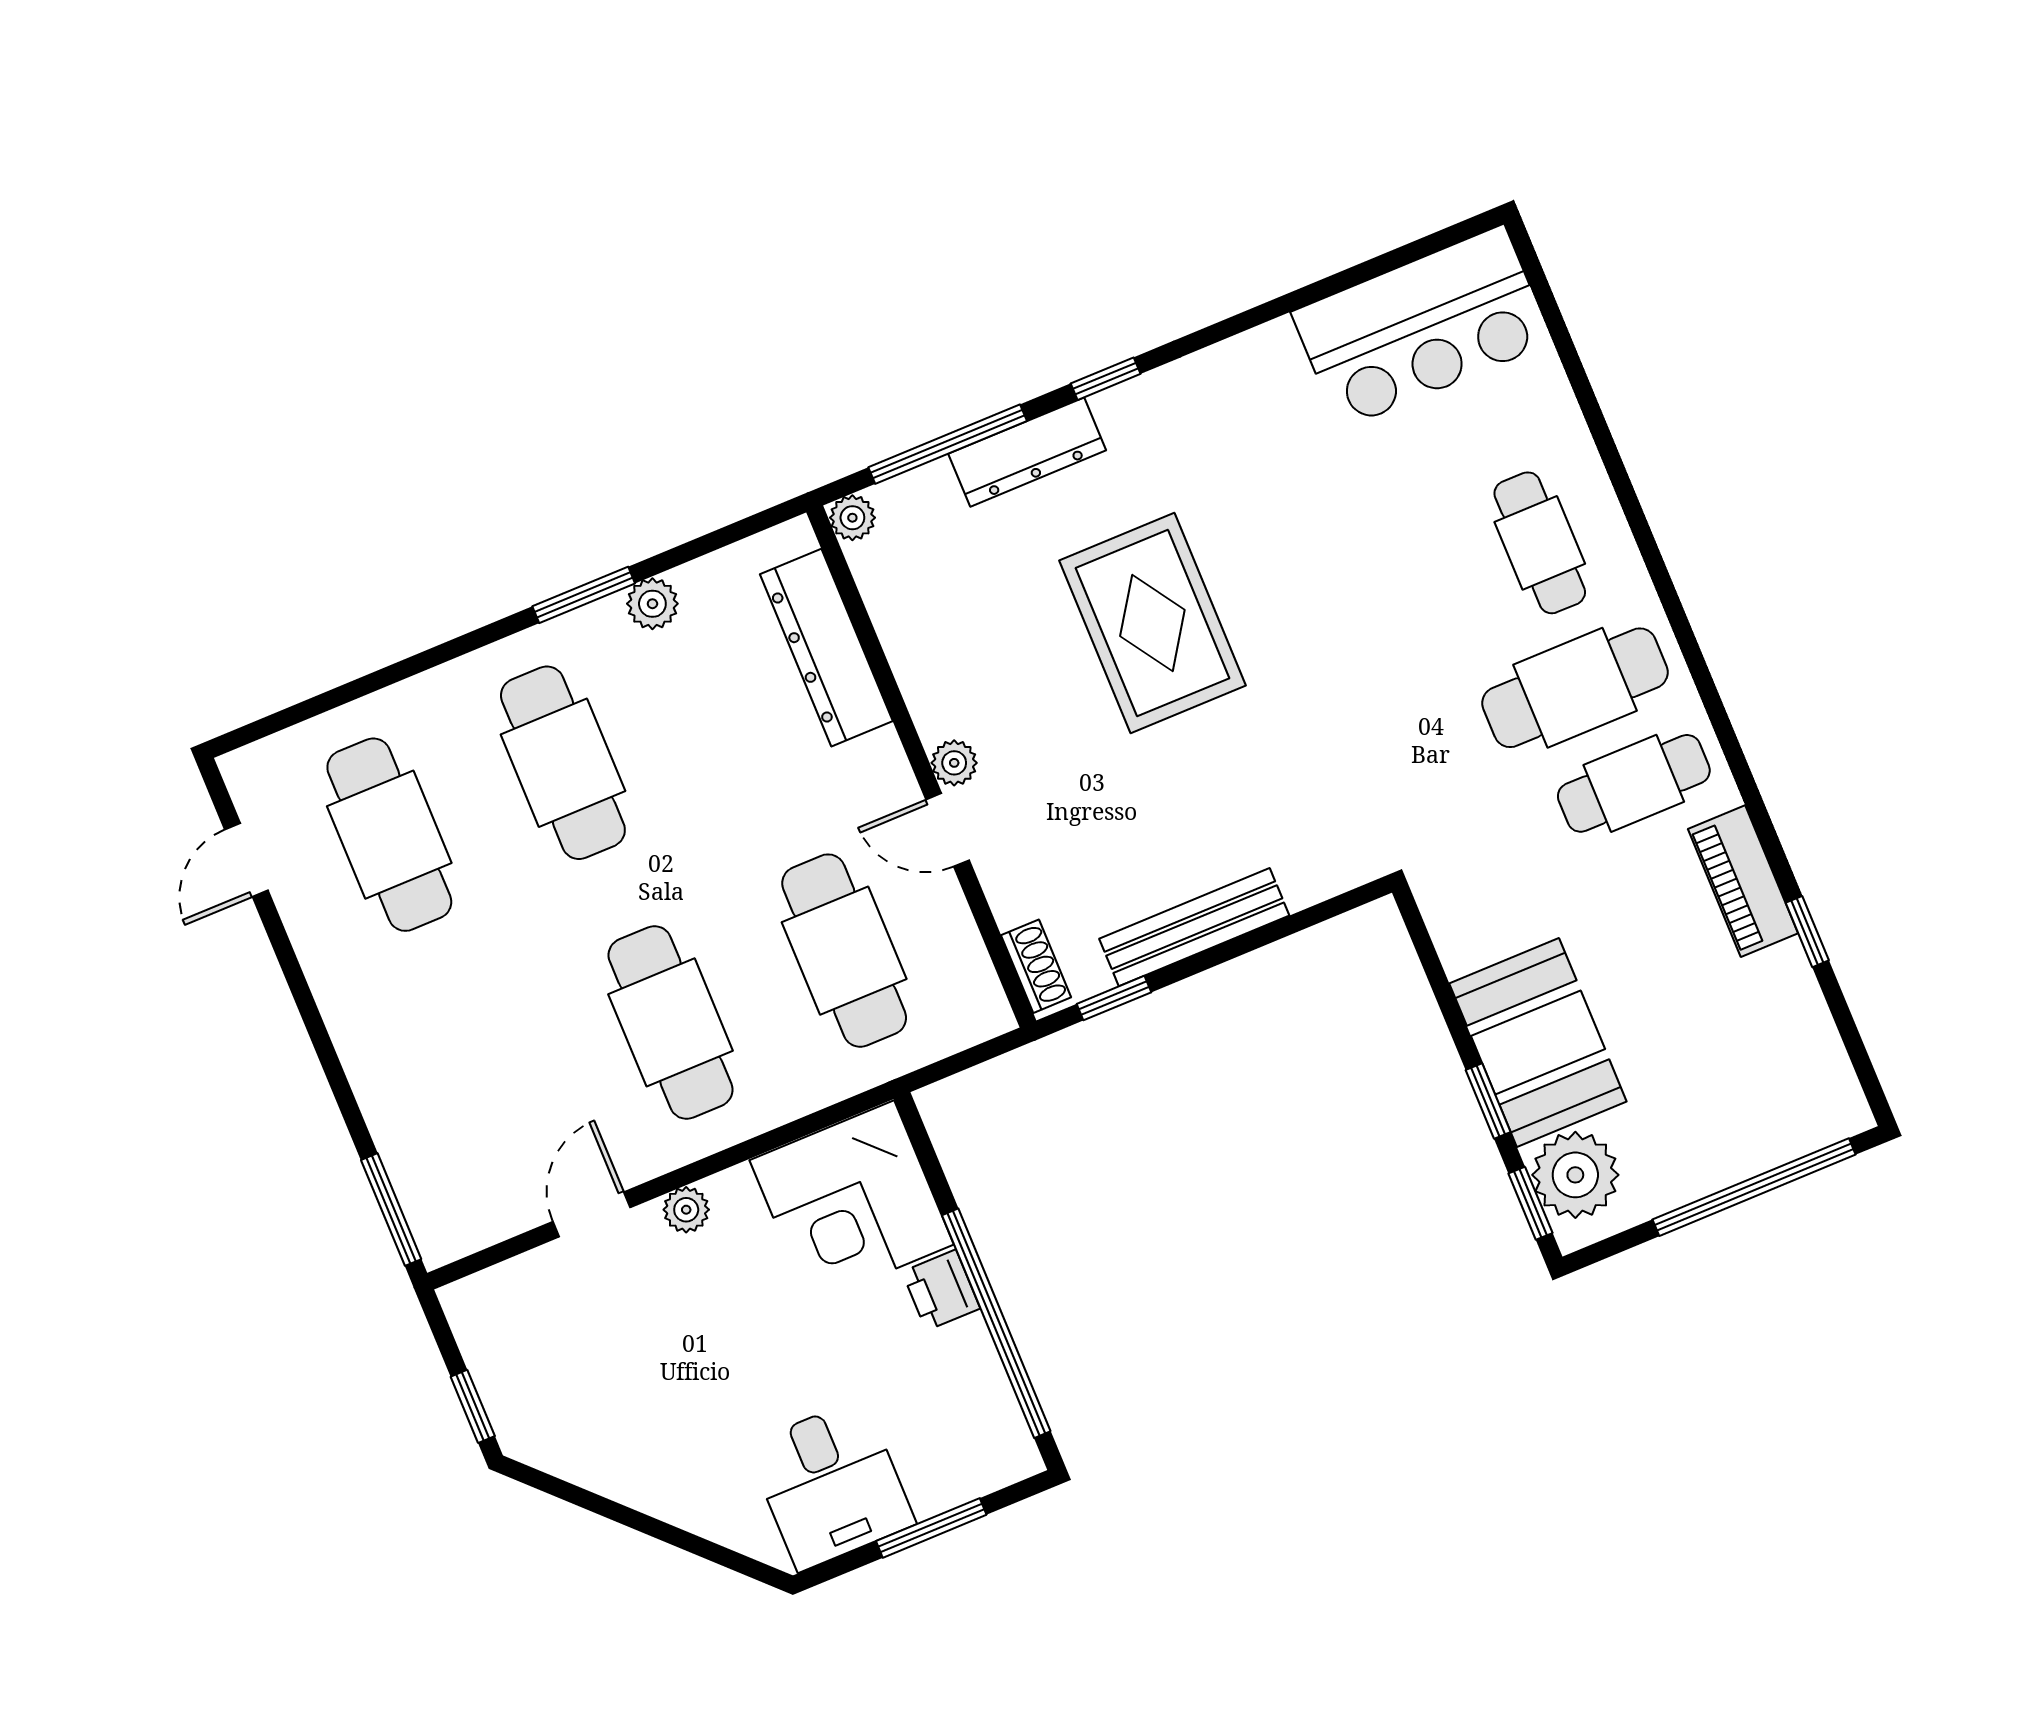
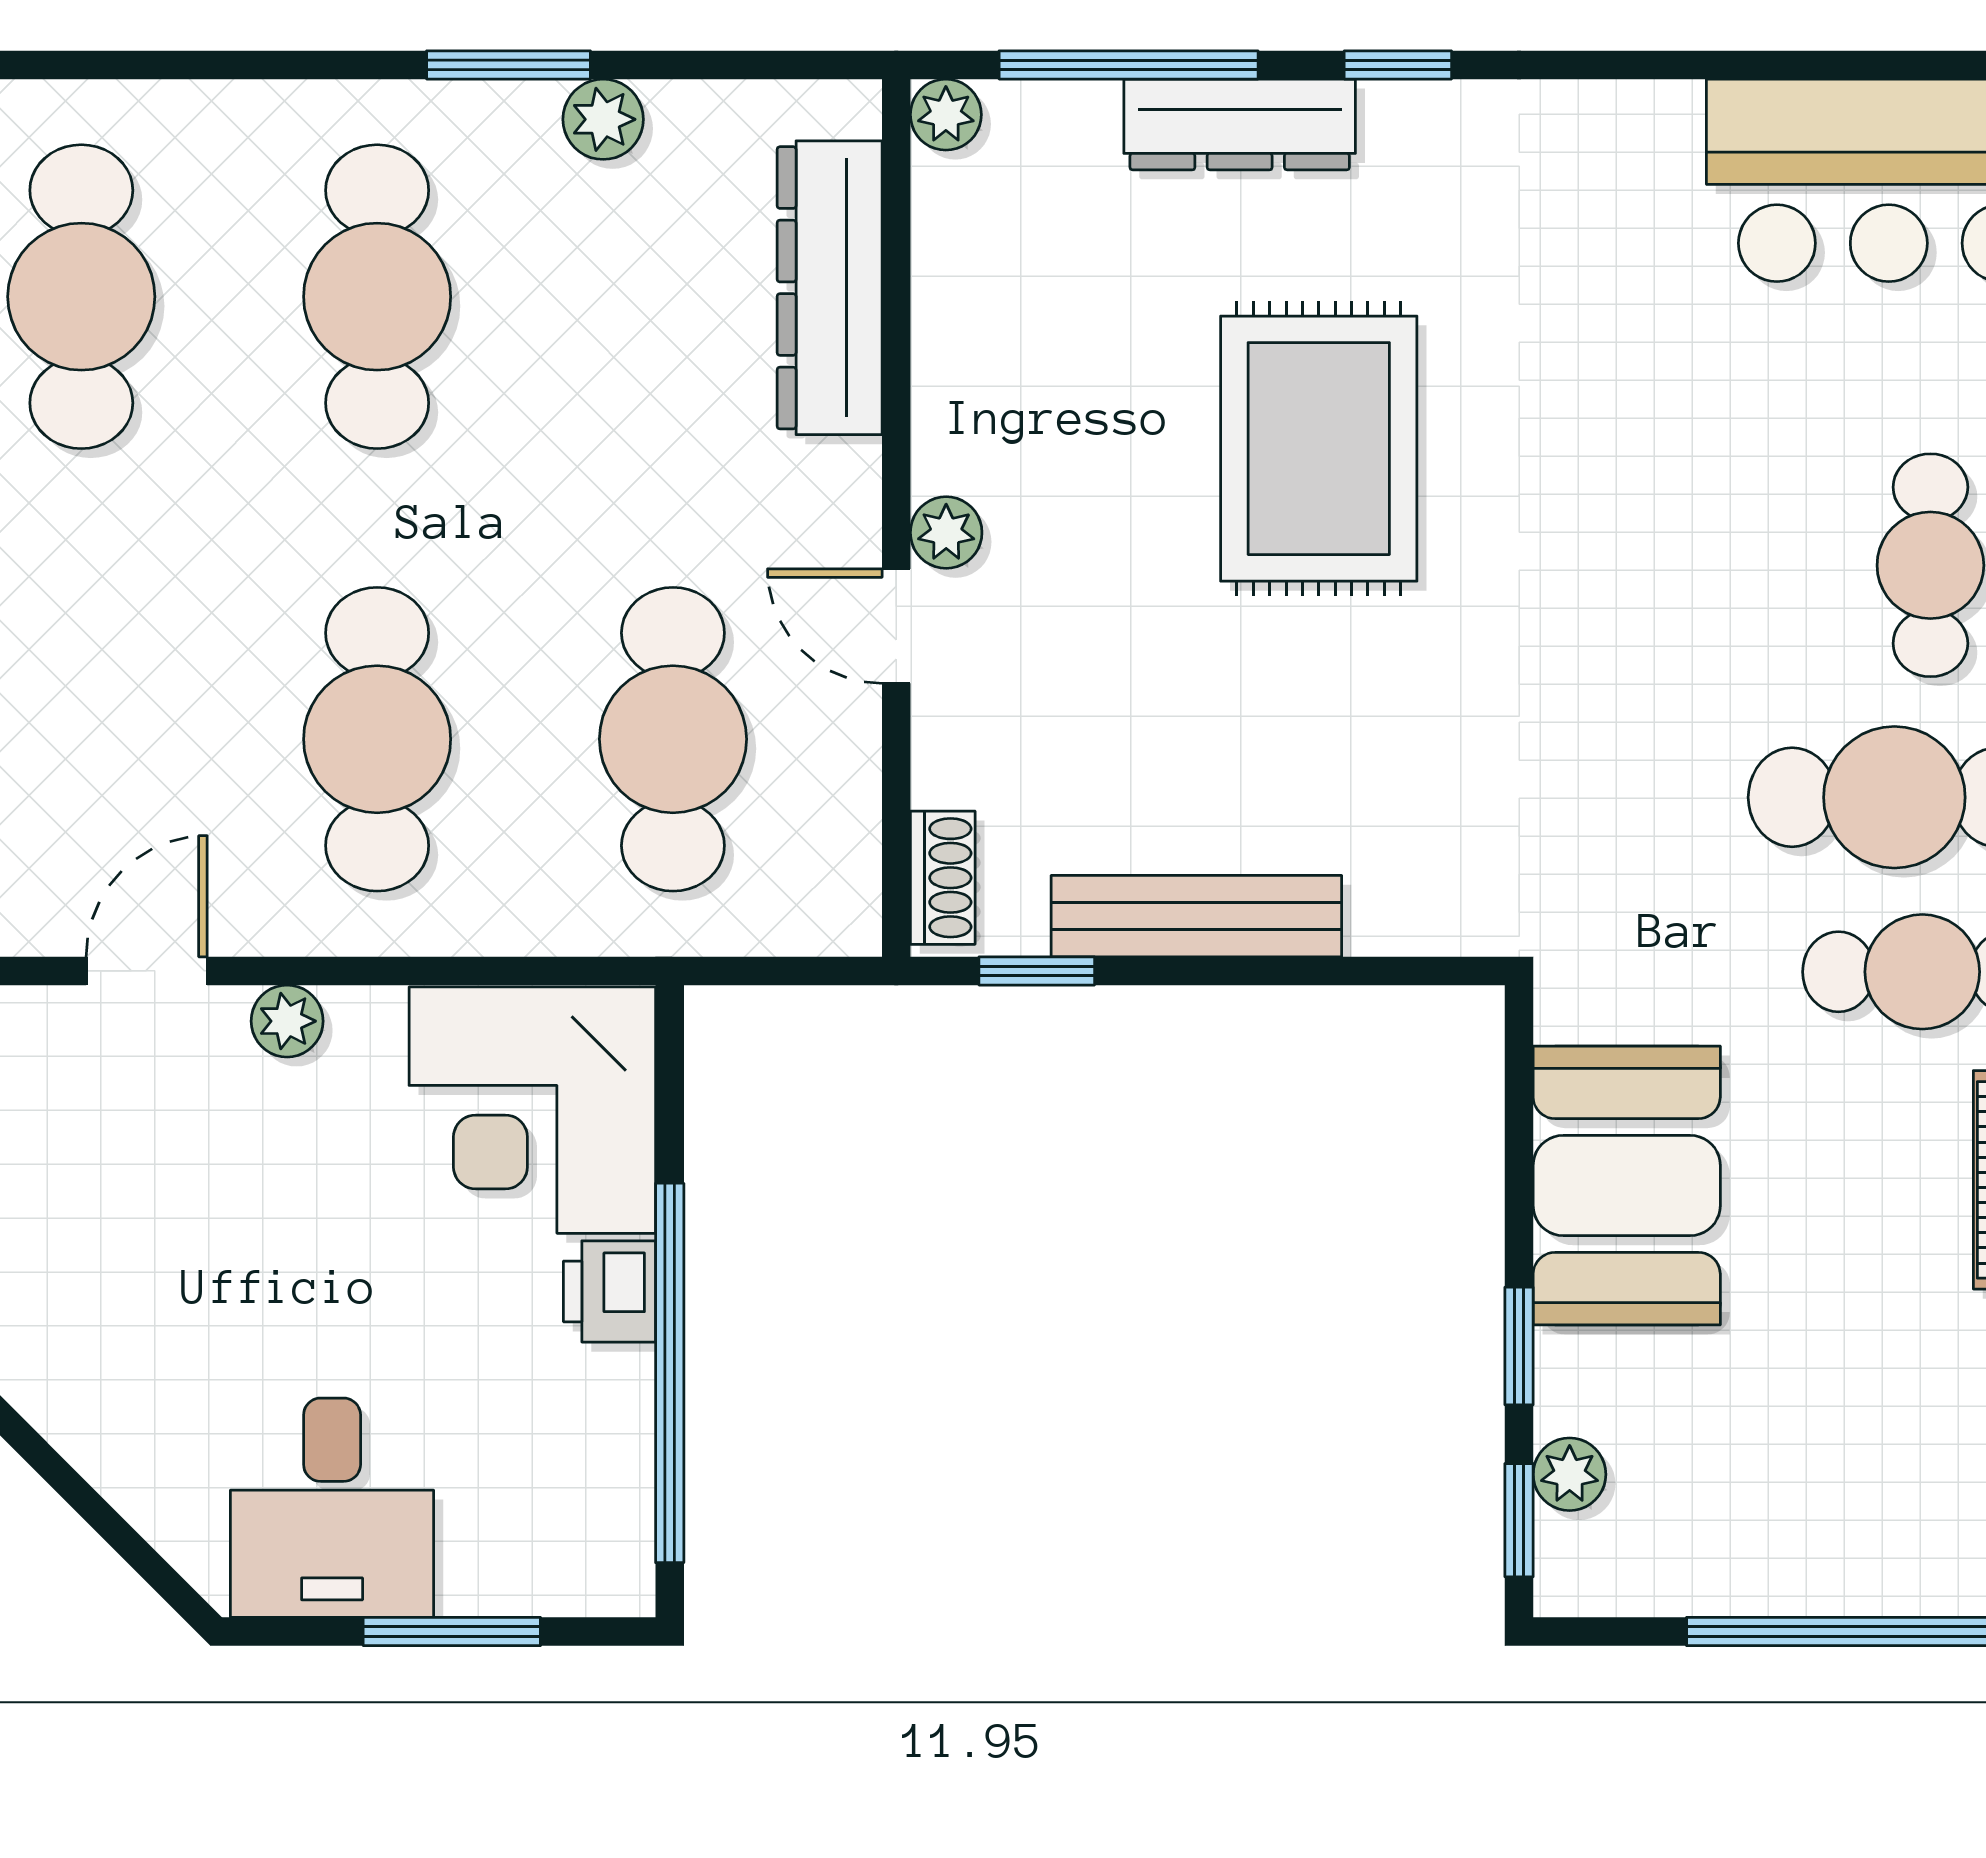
booth: (1538, 1042) -> (1627, 1185), moved
plant: (1575, 1175) -> (1570, 1474), width x0.53, depth x0.53

